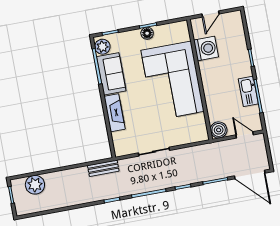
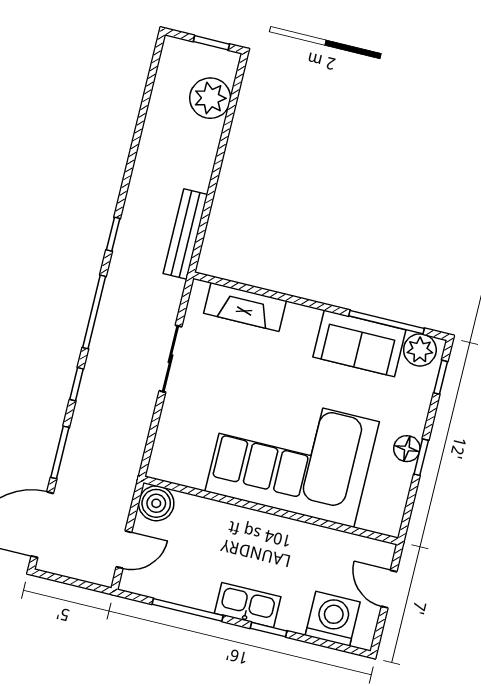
washing machine: (206, 48) -> (333, 619), moved, turned 180
kitchen sink: (248, 91) -> (248, 605), moved
fireplace: (115, 113) -> (245, 307), moved
bench: (103, 168) -> (185, 234), width x1.36

